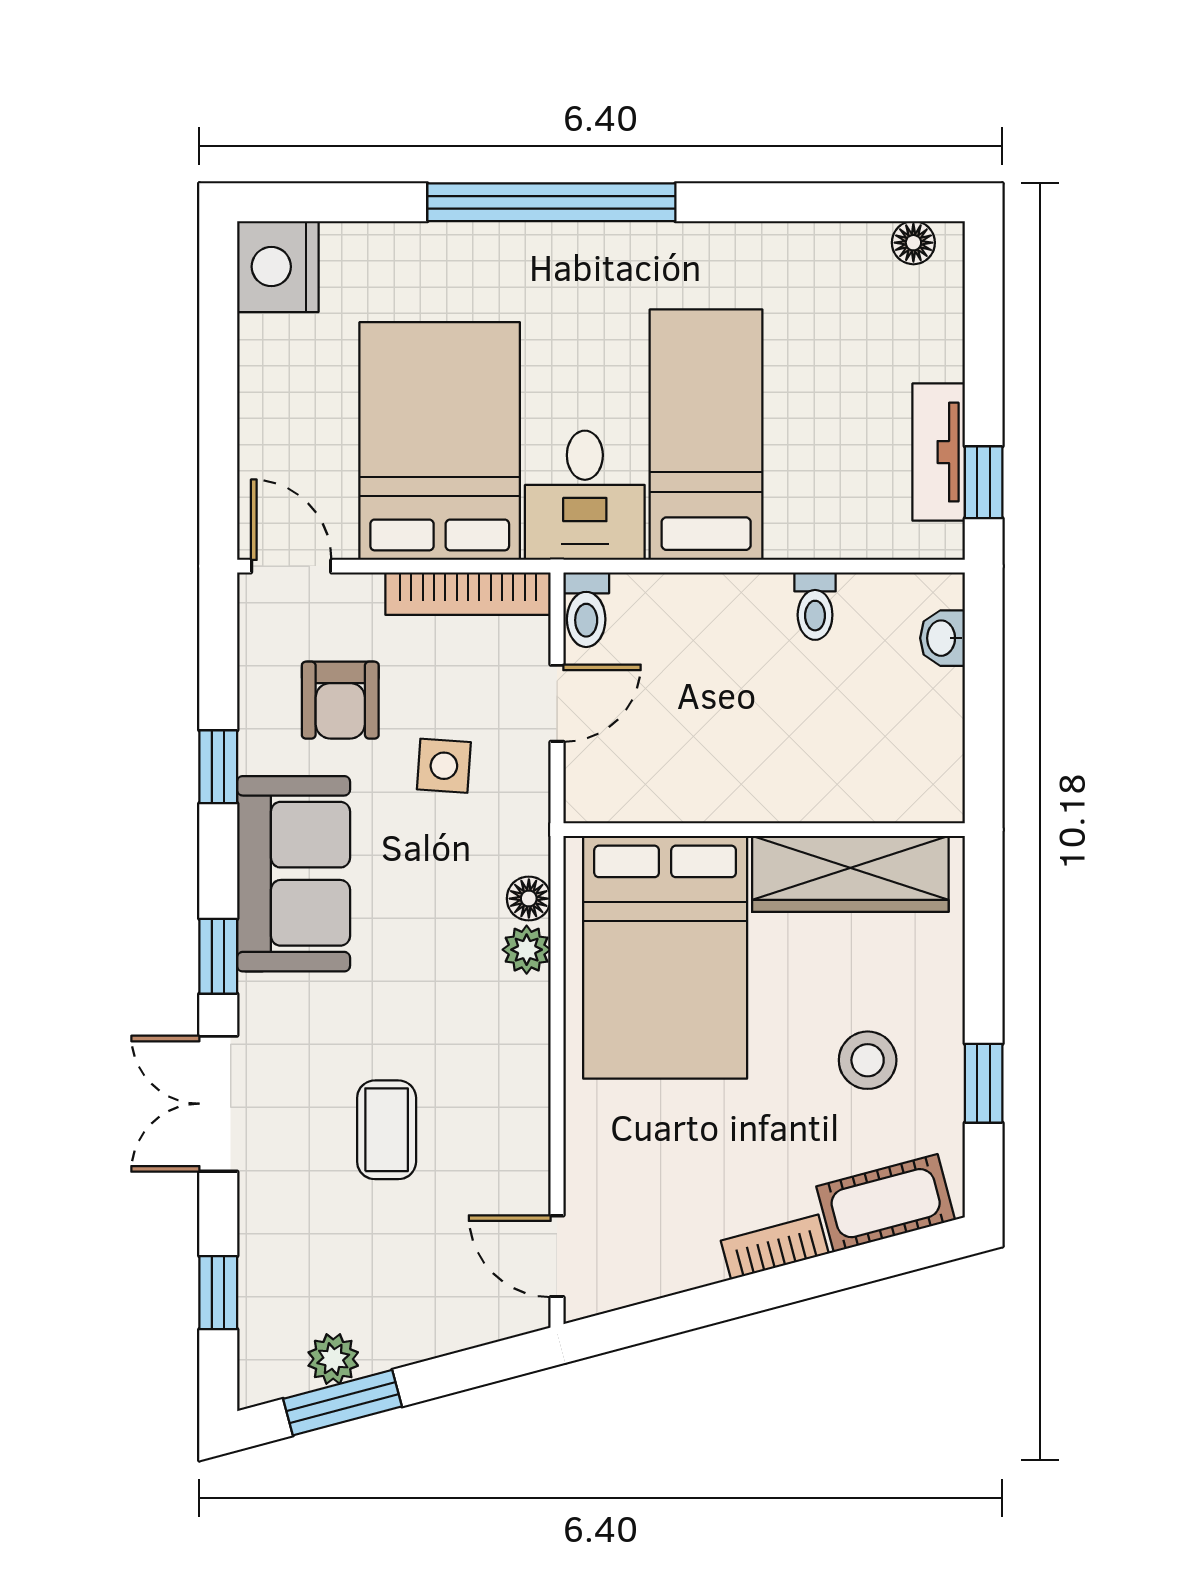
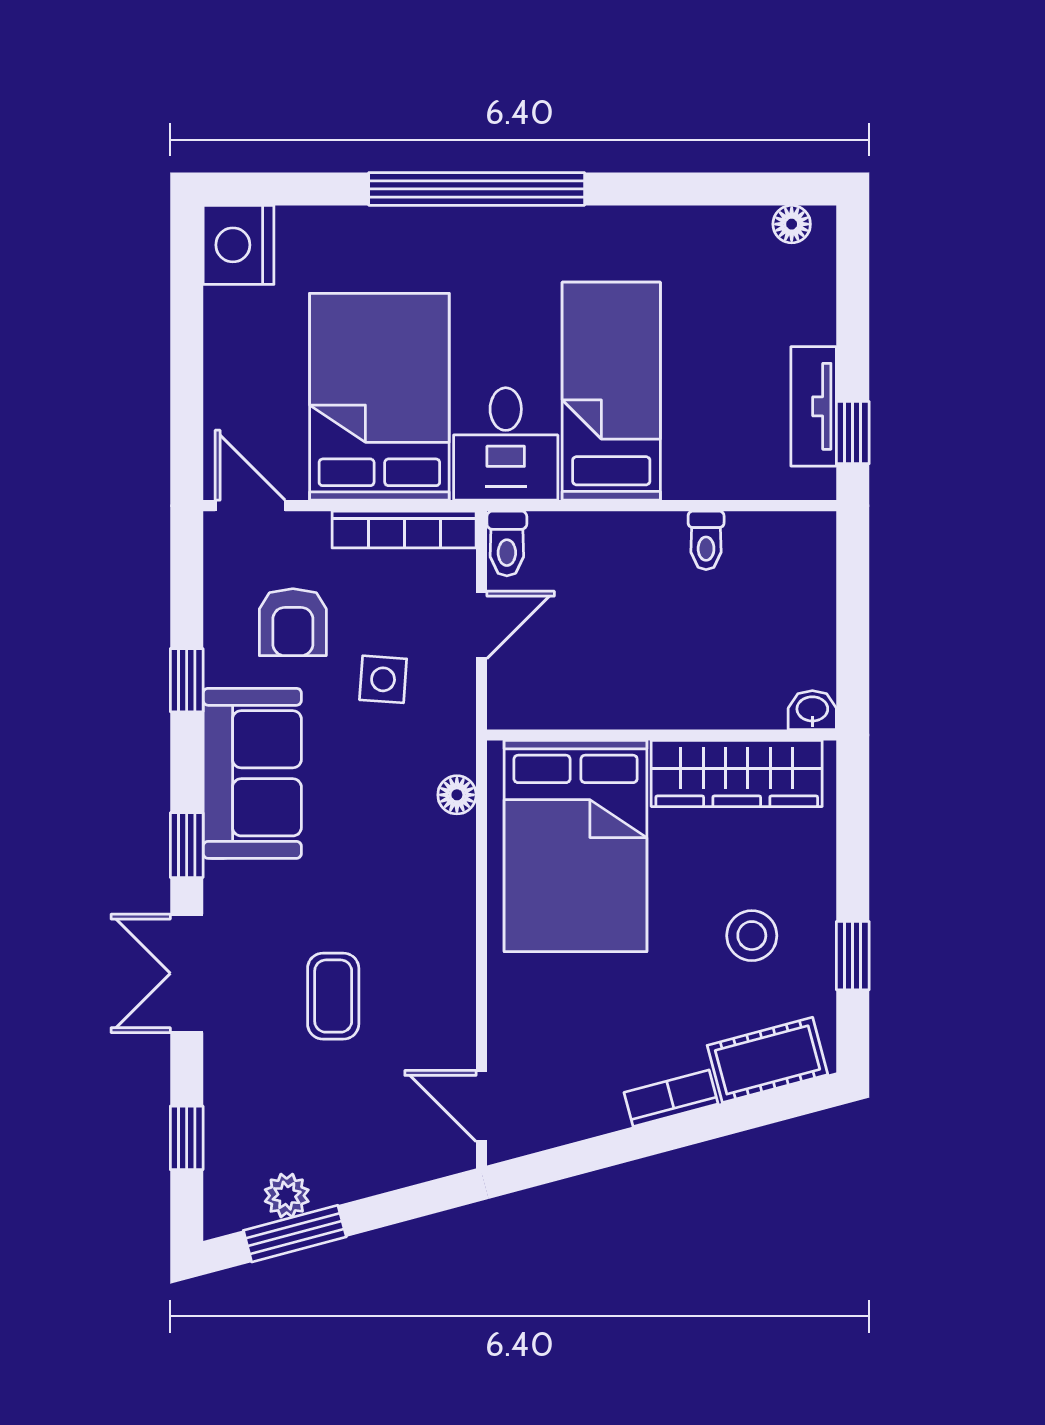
washbasin: (942, 638) -> (812, 710), moved, turned 90
plant: (527, 950) -> (455, 839), removed

